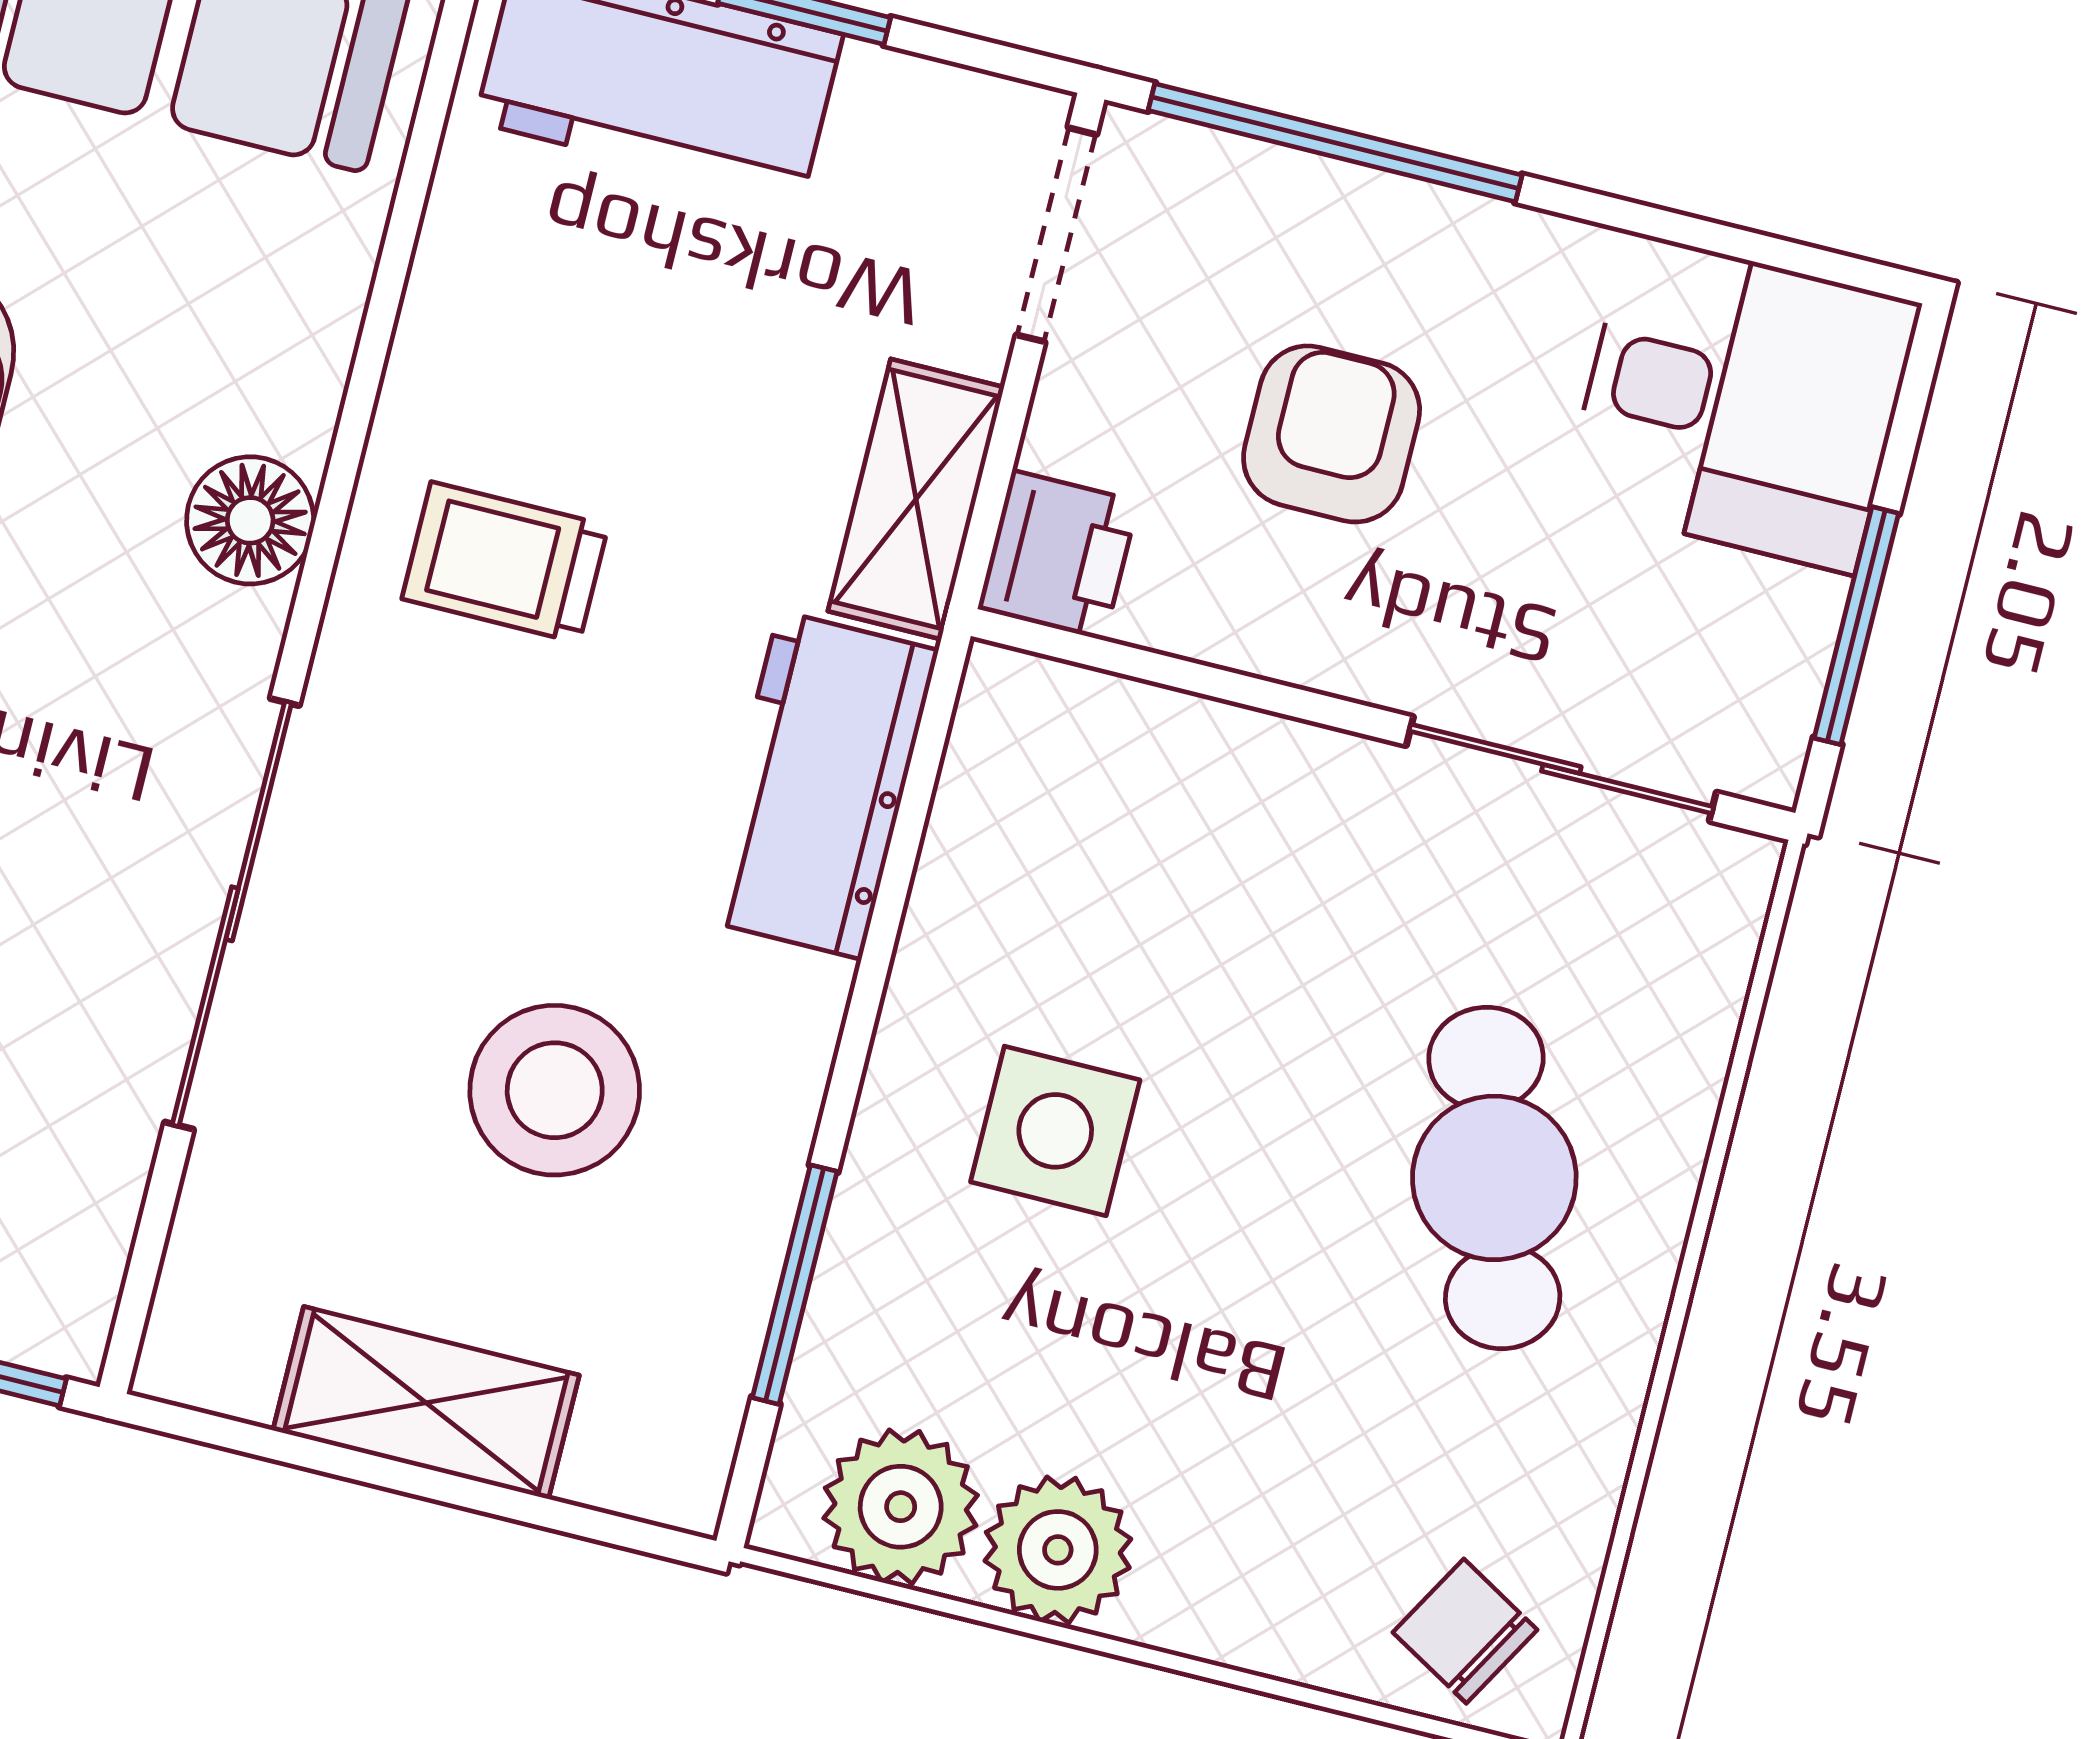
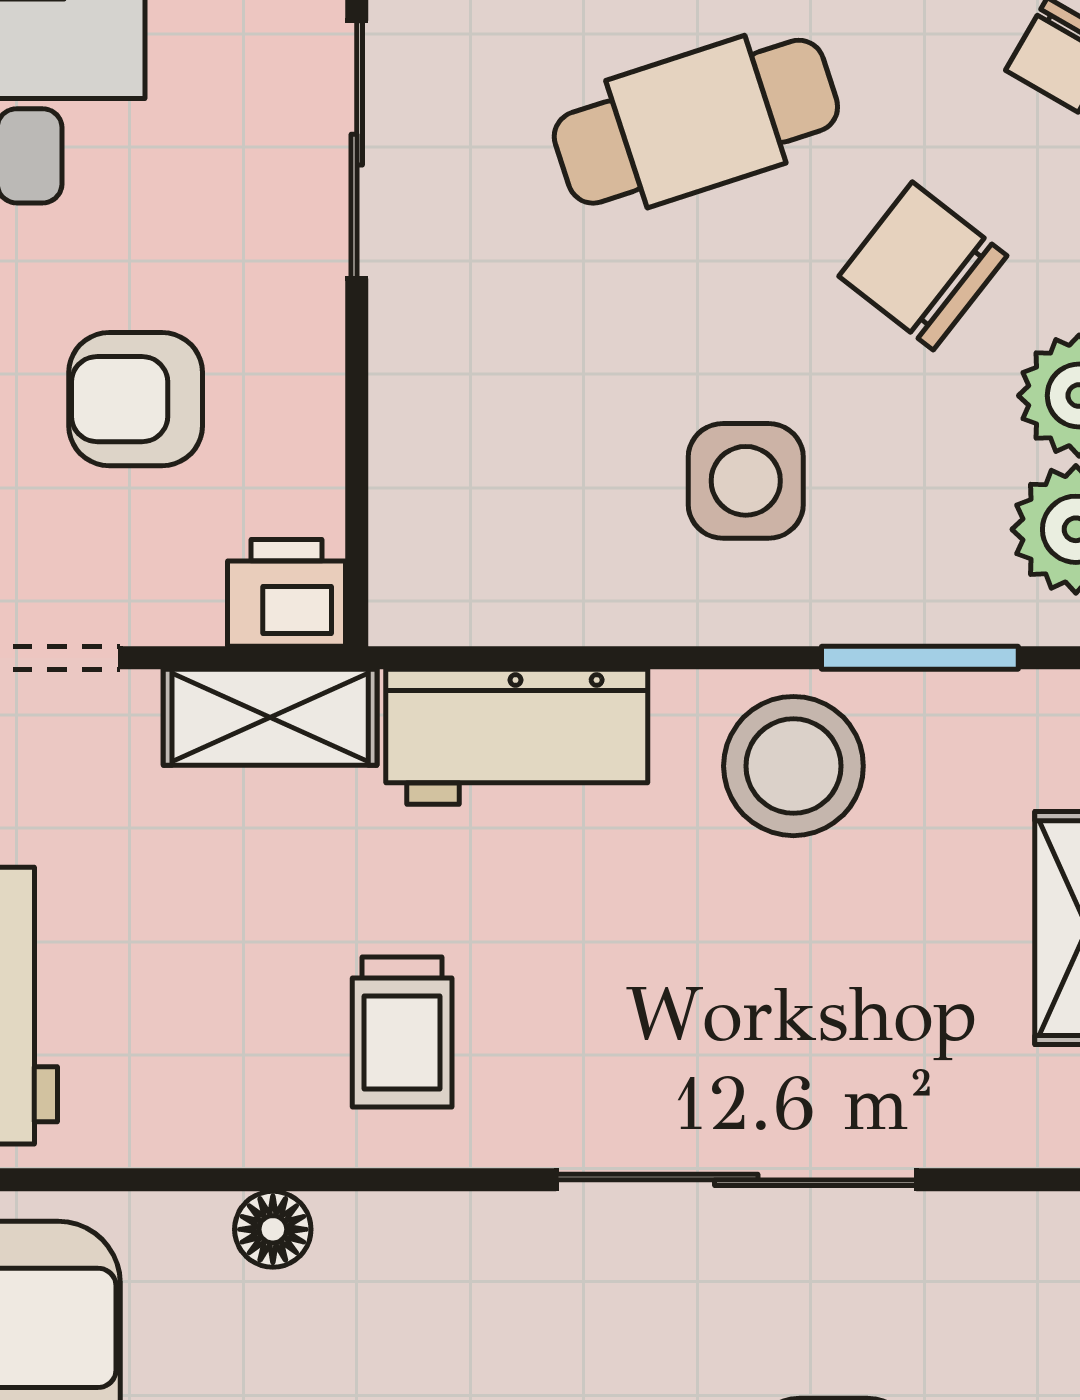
floor lamp: (250, 520) -> (273, 1229), moved, width x0.73, depth x0.73
stool: (555, 1090) -> (793, 766), moved
chair: (1257, 1403) -> (923, 266), added

